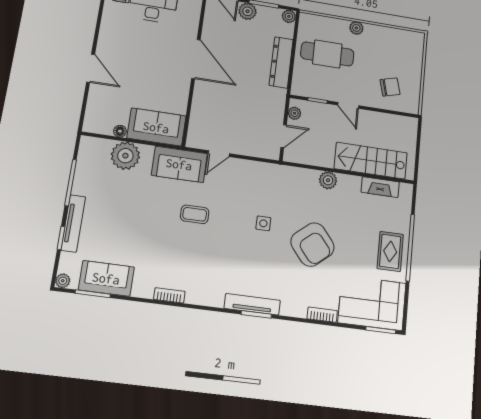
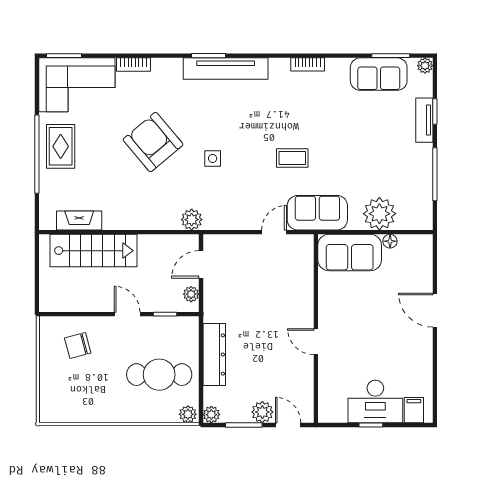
plant: (356, 28) -> (188, 414), moved
door: (196, 59) -> (316, 342), width x0.53
plant: (328, 180) -> (192, 220), moved
tv unit: (73, 223) -> (424, 120), width x0.71
tv unit: (252, 304) -> (226, 69), width x1.36, depth x1.29

